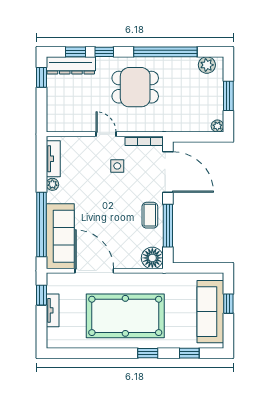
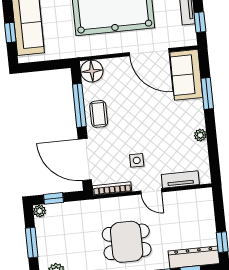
window: (202, 137) -> (54, 198), added
tv unit: (53, 159) -> (180, 179), moved, turned 90
window: (41, 225) -> (207, 93), width x0.47
sofa: (60, 236) -> (186, 75), width x0.73

